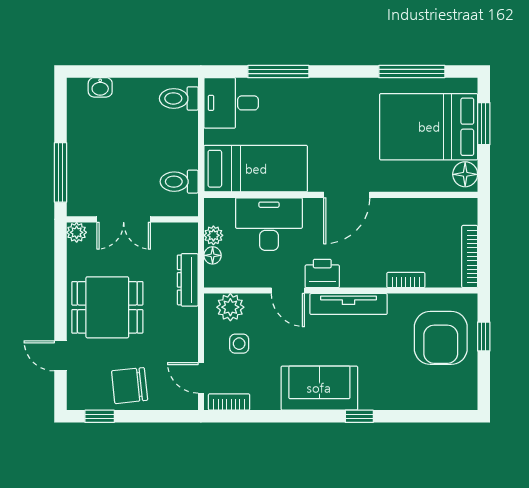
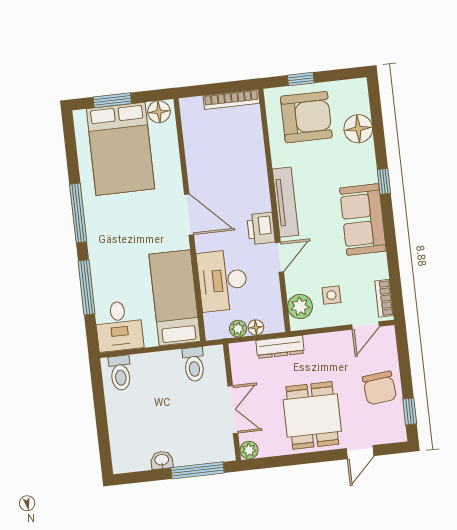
window: (412, 72) -> (78, 213), moved
washbasin: (100, 87) -> (162, 460), moved, turned -90
bookcase: (406, 280) -> (258, 154), removed
floor lamp: (421, 394) -> (358, 129), added

